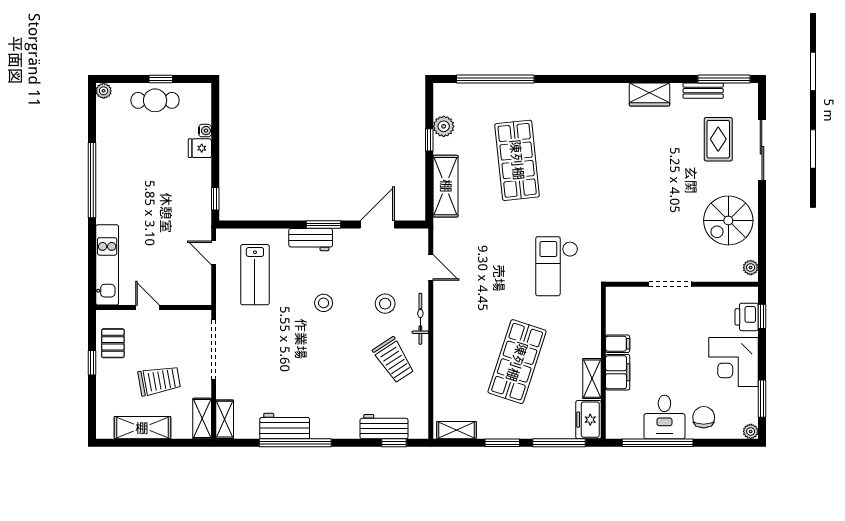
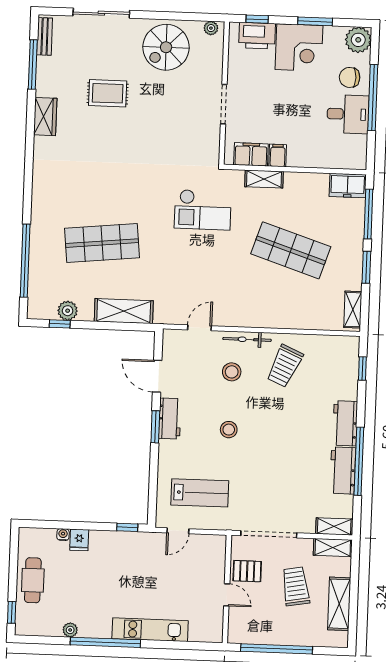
window: (161, 79) -> (12, 612), moved
window: (724, 79) -> (33, 65), moved
plant: (104, 91) -> (70, 630), moved
bench: (703, 91) -> (45, 36), moved
rug: (718, 139) -> (108, 93), moved
window: (429, 140) -> (60, 324), moved
spiral stairs: (728, 220) -> (166, 47), turned 90
workbench: (311, 240) -> (170, 418), moved
kitchen unit: (107, 265) -> (150, 630), moved
door: (147, 307) -> (227, 595), swing flipped
printer: (747, 317) -> (257, 36), width x1.37, depth x1.19
pallet: (113, 343) -> (247, 571), moved
trolley: (394, 360) -> (285, 366), turned 147
window: (92, 363) -> (277, 649), width x3.17
filing cabinet: (618, 372) -> (251, 154), moved
shelving: (592, 379) -> (264, 179), moved
window: (762, 399) -> (315, 21), moved
workbench: (384, 427) -> (345, 423), moved
plant: (751, 431) -> (358, 40), width x1.88, depth x1.88
window: (658, 443) -> (373, 98), moved

